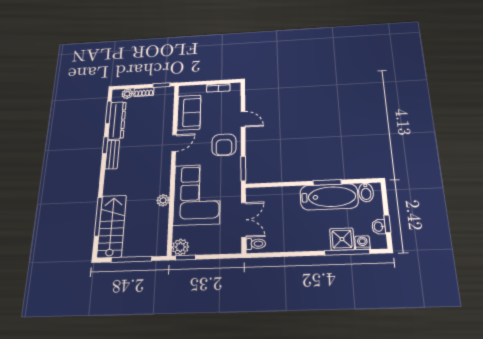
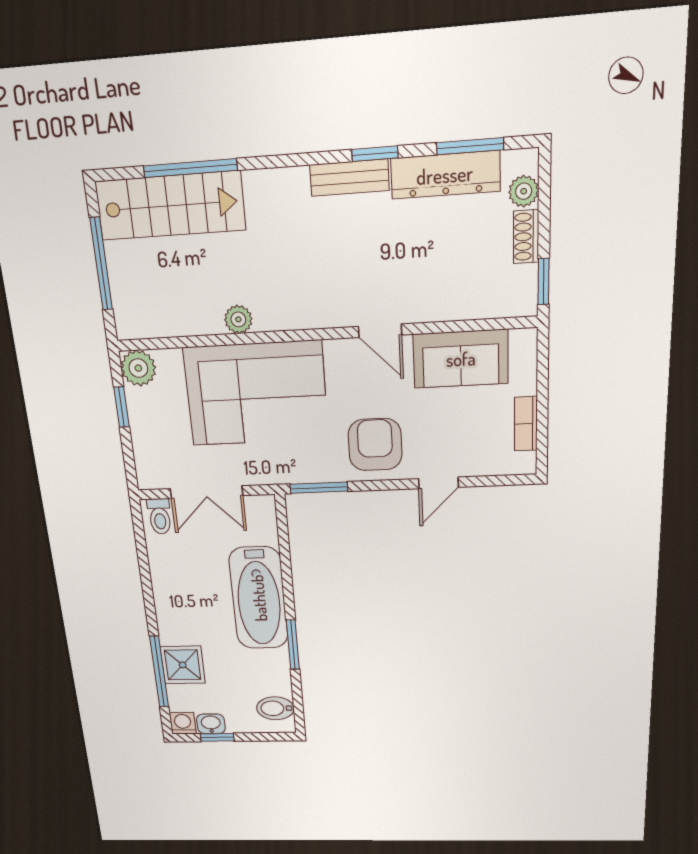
armchair: (224, 145) -> (375, 445), turned 90
bathtub: (329, 197) -> (259, 598), moved
washing machine: (362, 243) -> (183, 723), moved, turned -90
window: (186, 258) -> (122, 407), moved

